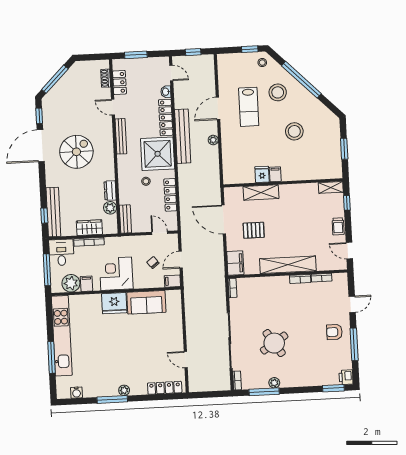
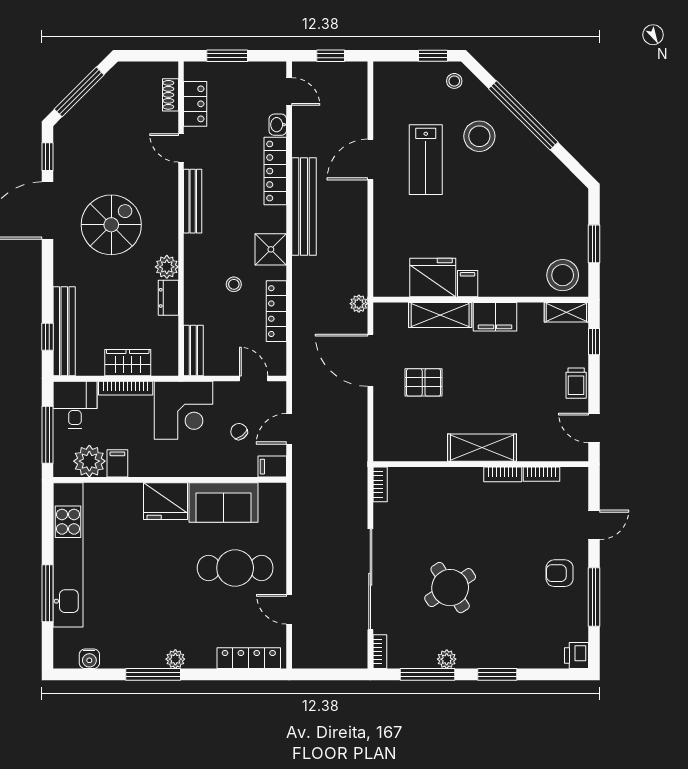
stool: (294, 131) -> (563, 275), moved
plant: (213, 140) -> (359, 304), moved
shower: (158, 154) -> (271, 249), width x0.54, depth x0.54
fridge: (262, 174) -> (433, 278), width x1.88, depth x1.34
plant: (110, 208) -> (167, 267), moved
filing cabinet: (235, 263) -> (495, 317), moved, turned 90
shelving: (288, 265) -> (482, 448), width x0.68
corner desk: (116, 274) -> (184, 410), moved, turned 180
cafe table: (155, 338) -> (235, 568), added
window: (333, 388) -> (497, 674), moved

